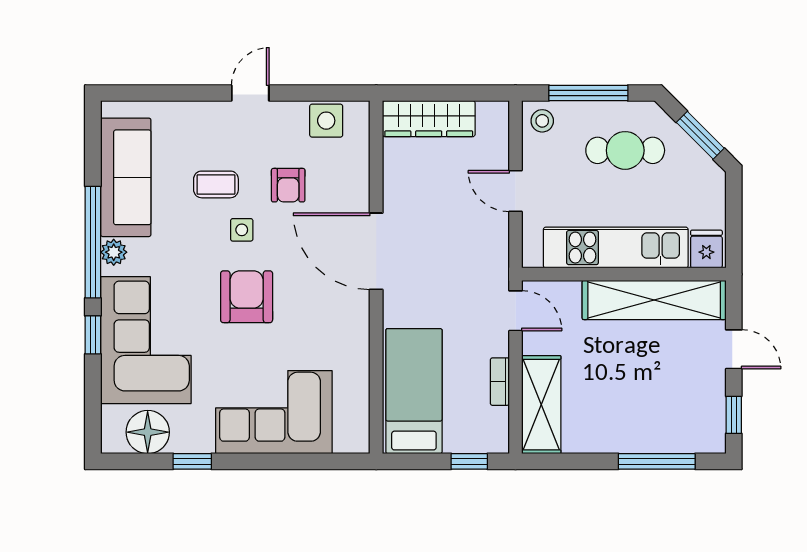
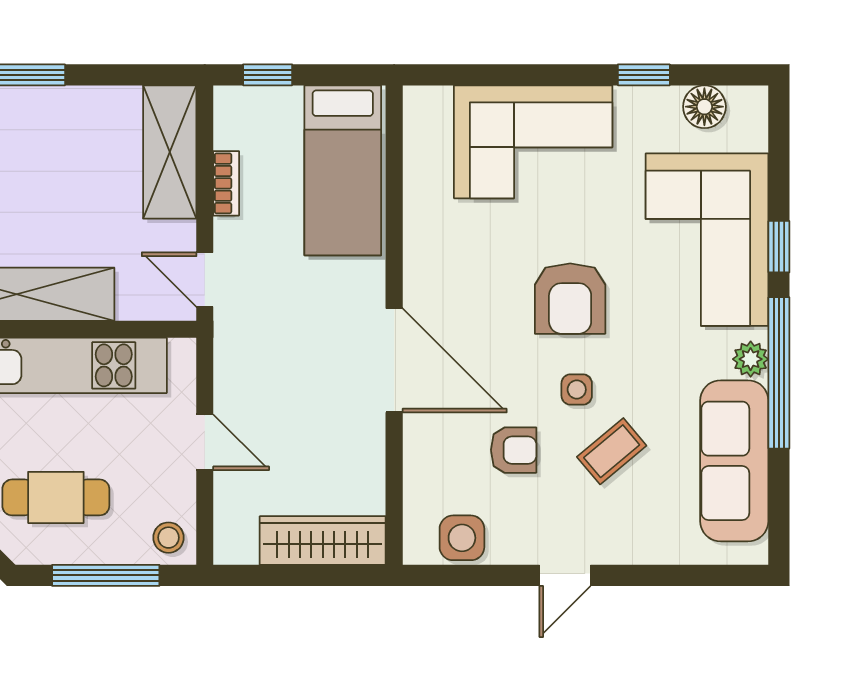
coffee table: (216, 184) -> (612, 451), turned -40
armchair: (288, 185) -> (514, 450), turned 90
floor lamp: (148, 432) -> (704, 107), width x0.73, depth x0.73

